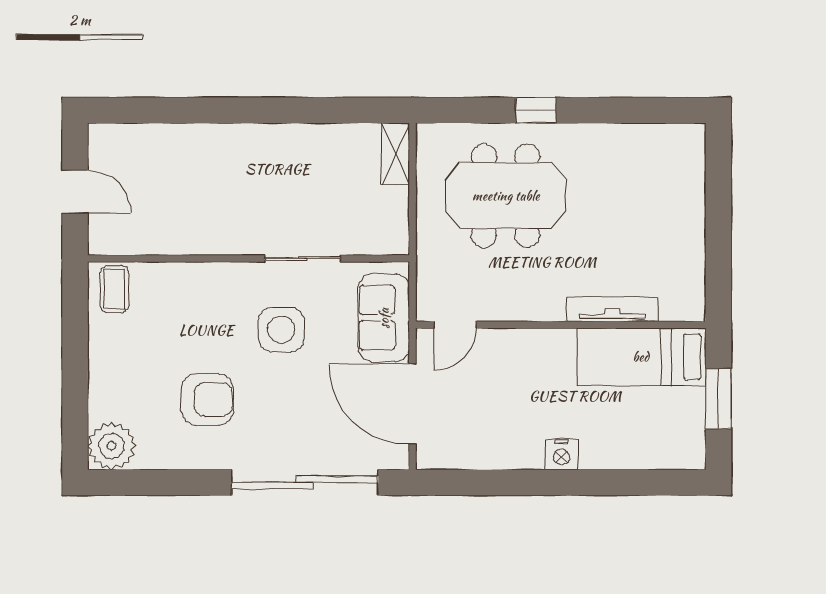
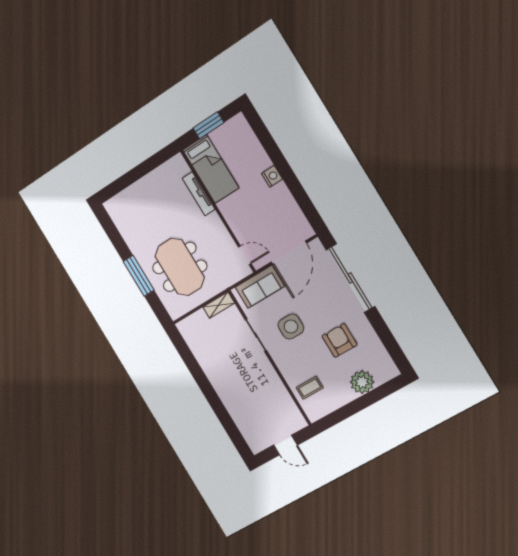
window: (536, 110) -> (139, 276), width x2.17
shelving: (395, 154) -> (219, 305), moved
door: (75, 192) -> (285, 445), swing flipped
coffee table: (115, 289) -> (310, 388), moved
plant: (112, 446) -> (362, 382), moved

